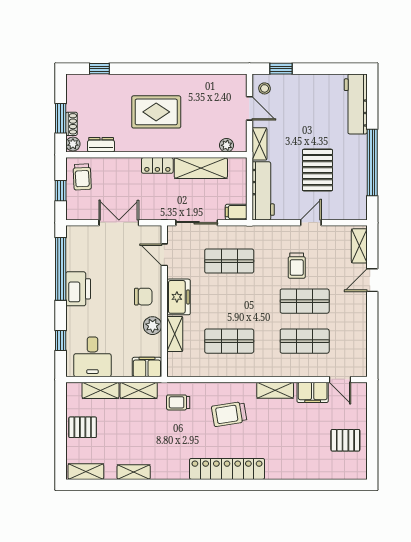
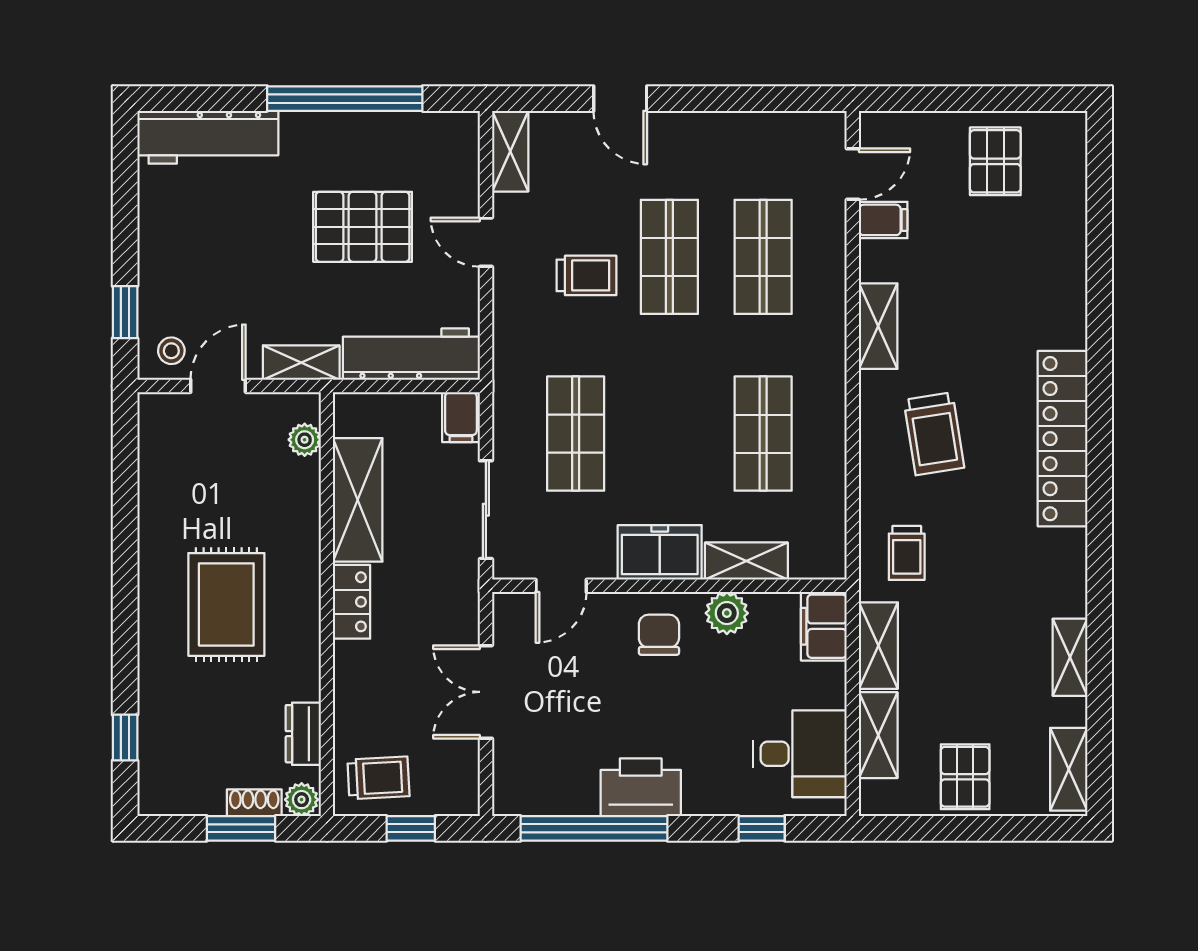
shelving: (359, 246) -> (510, 151), moved, turned 90
filing cabinet: (313, 392) -> (883, 220), width x0.50

